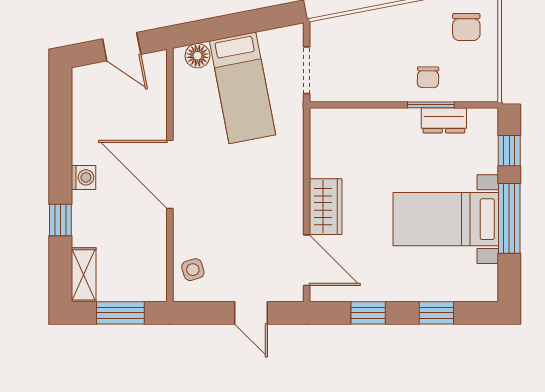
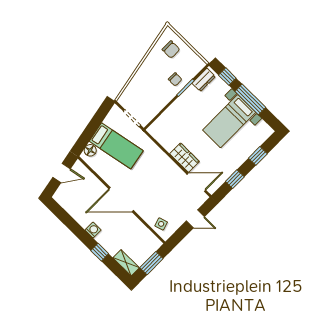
dresser: (444, 120) -> (204, 80), moved

